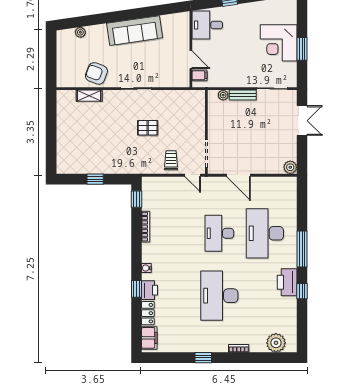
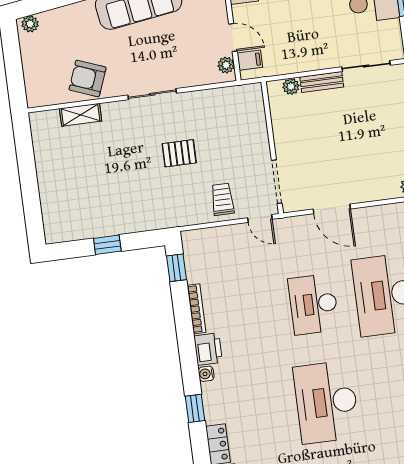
plant: (80, 32) -> (30, 24), moved
plant: (184, 76) -> (226, 65), added
printer: (150, 290) -> (208, 349), moved

